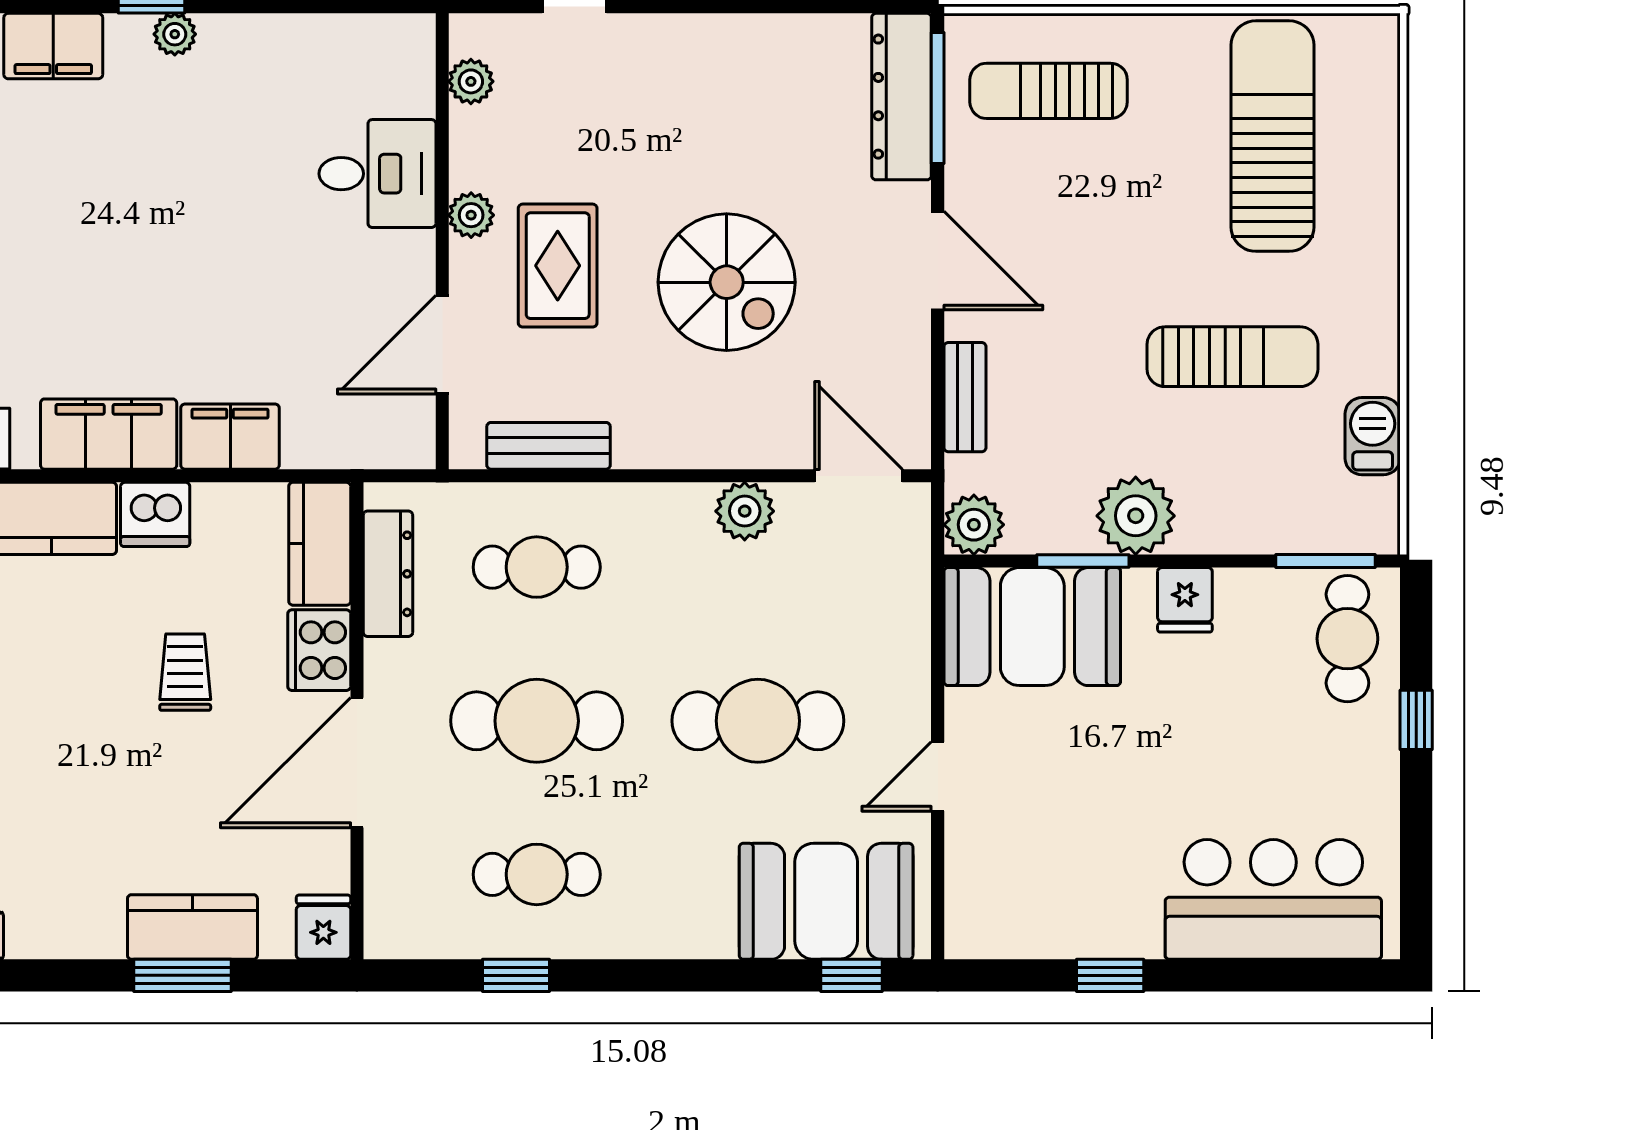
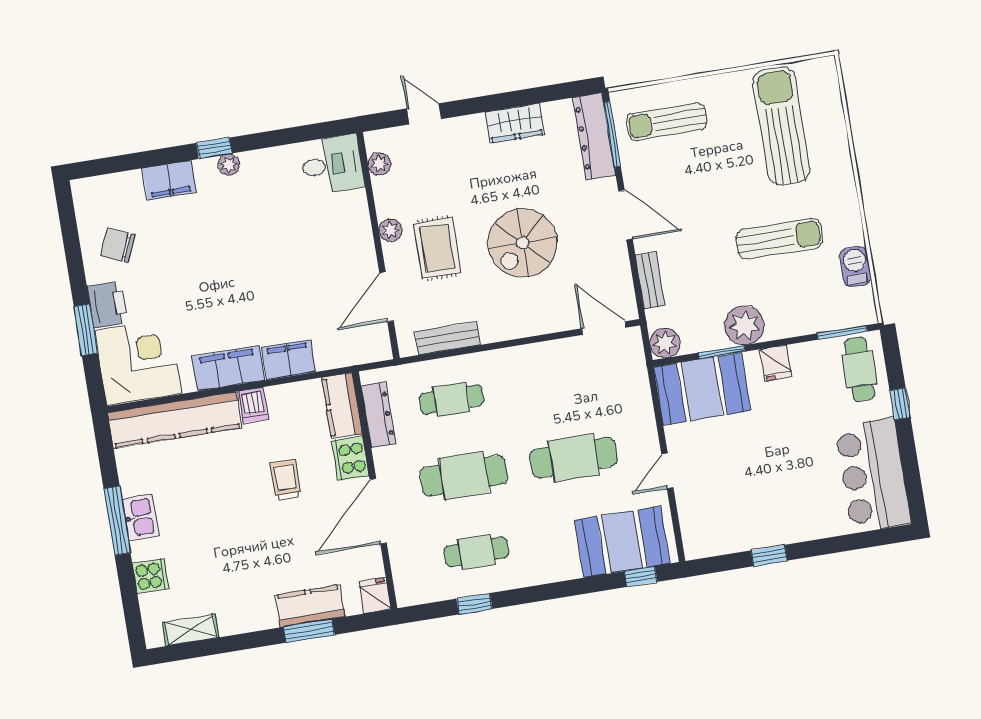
wardrobe: (750, 45) -> (515, 123), added
desk: (377, 174) -> (332, 165), moved
spiral stairs: (727, 282) -> (523, 243), turned 90
plant: (745, 511) -> (550, 355), removed
dishwasher: (155, 514) -> (253, 405), width x0.73
bar counter: (1273, 899) -> (873, 475), moved, turned -90

